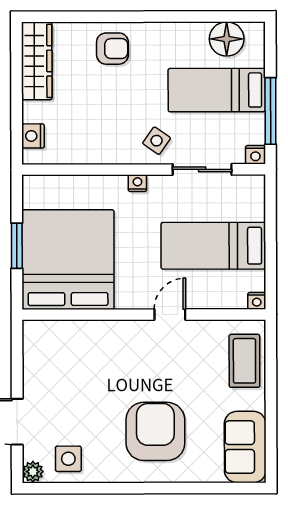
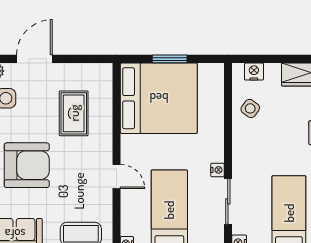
side table: (157, 141) -> (250, 108), moved
nightstand: (137, 183) -> (217, 170), moved
rug: (88, 370) -> (74, 113), added

